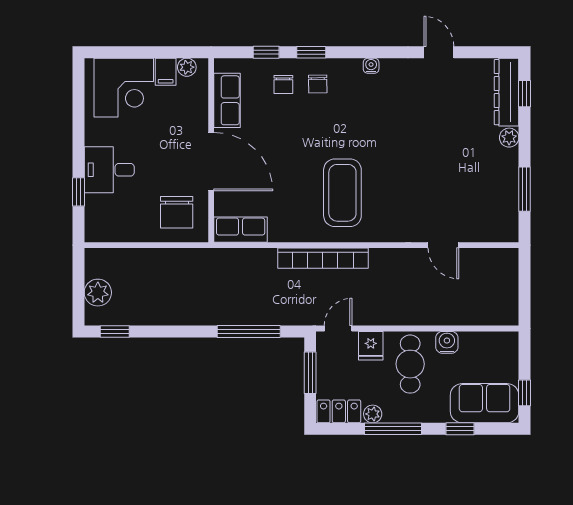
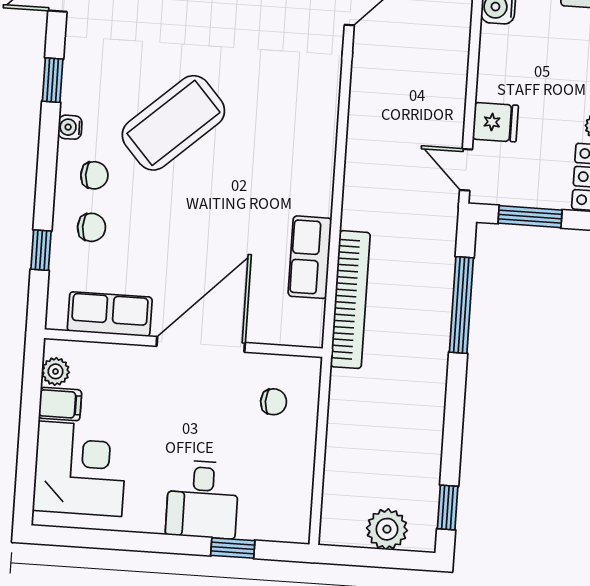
window: (311, 52) -> (53, 80), moved
water cooler: (371, 66) -> (70, 127), moved
coffee table: (342, 193) -> (173, 123), moved, turned -42
chair: (177, 212) -> (274, 402), width x0.54, depth x0.54
row of seats: (241, 230) -> (310, 257), moved
bookcase: (323, 258) -> (350, 300), moved
cafe table: (410, 364) -> (527, 64), removed

